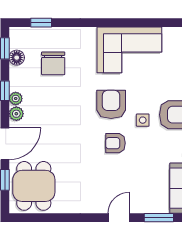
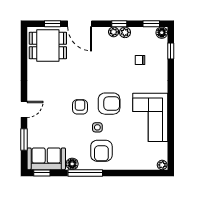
floor lamp: (17, 58) -> (162, 33), moved
chair: (53, 63) -> (140, 60), width x0.54, depth x0.54
plant: (16, 114) -> (125, 32), moved
door: (119, 218) -> (24, 109), hinge flipped

